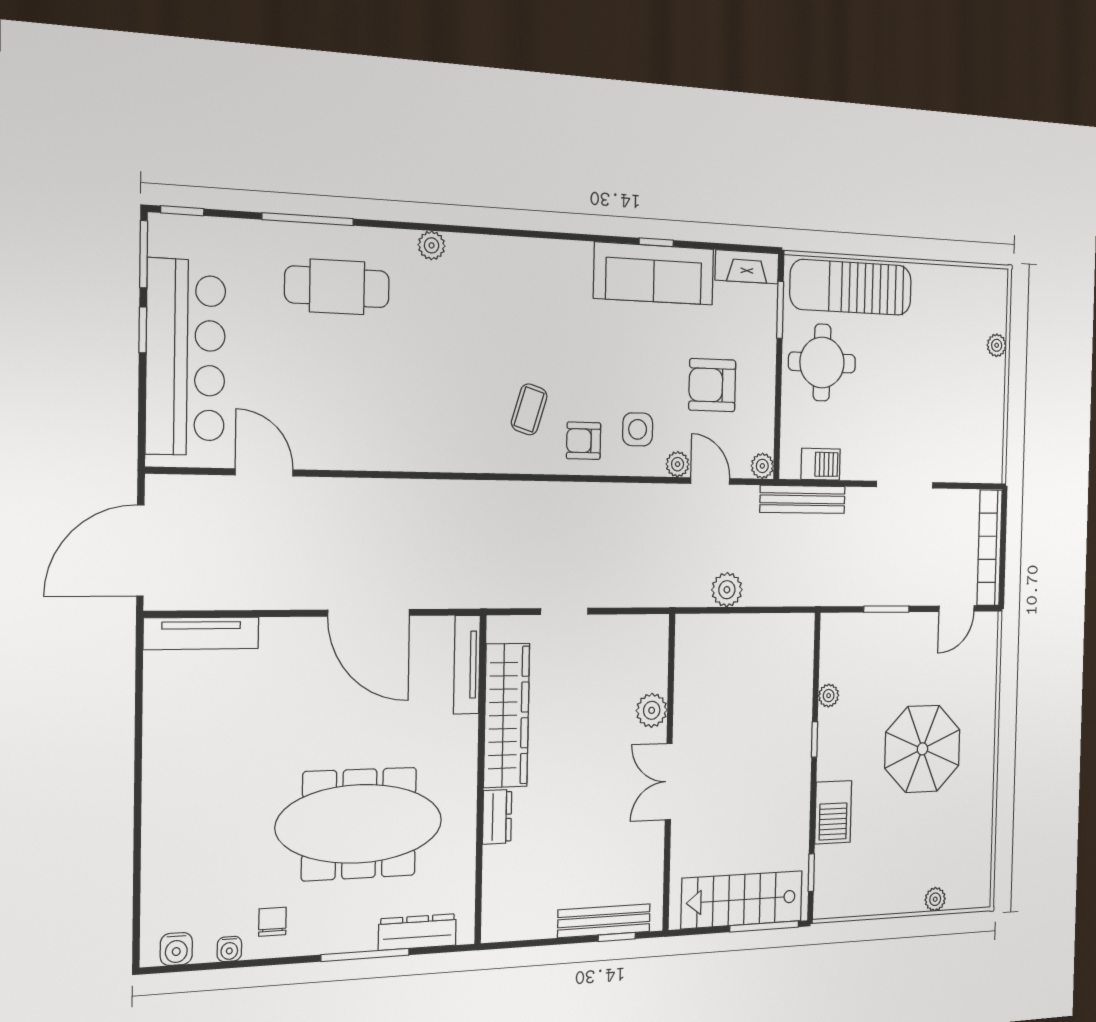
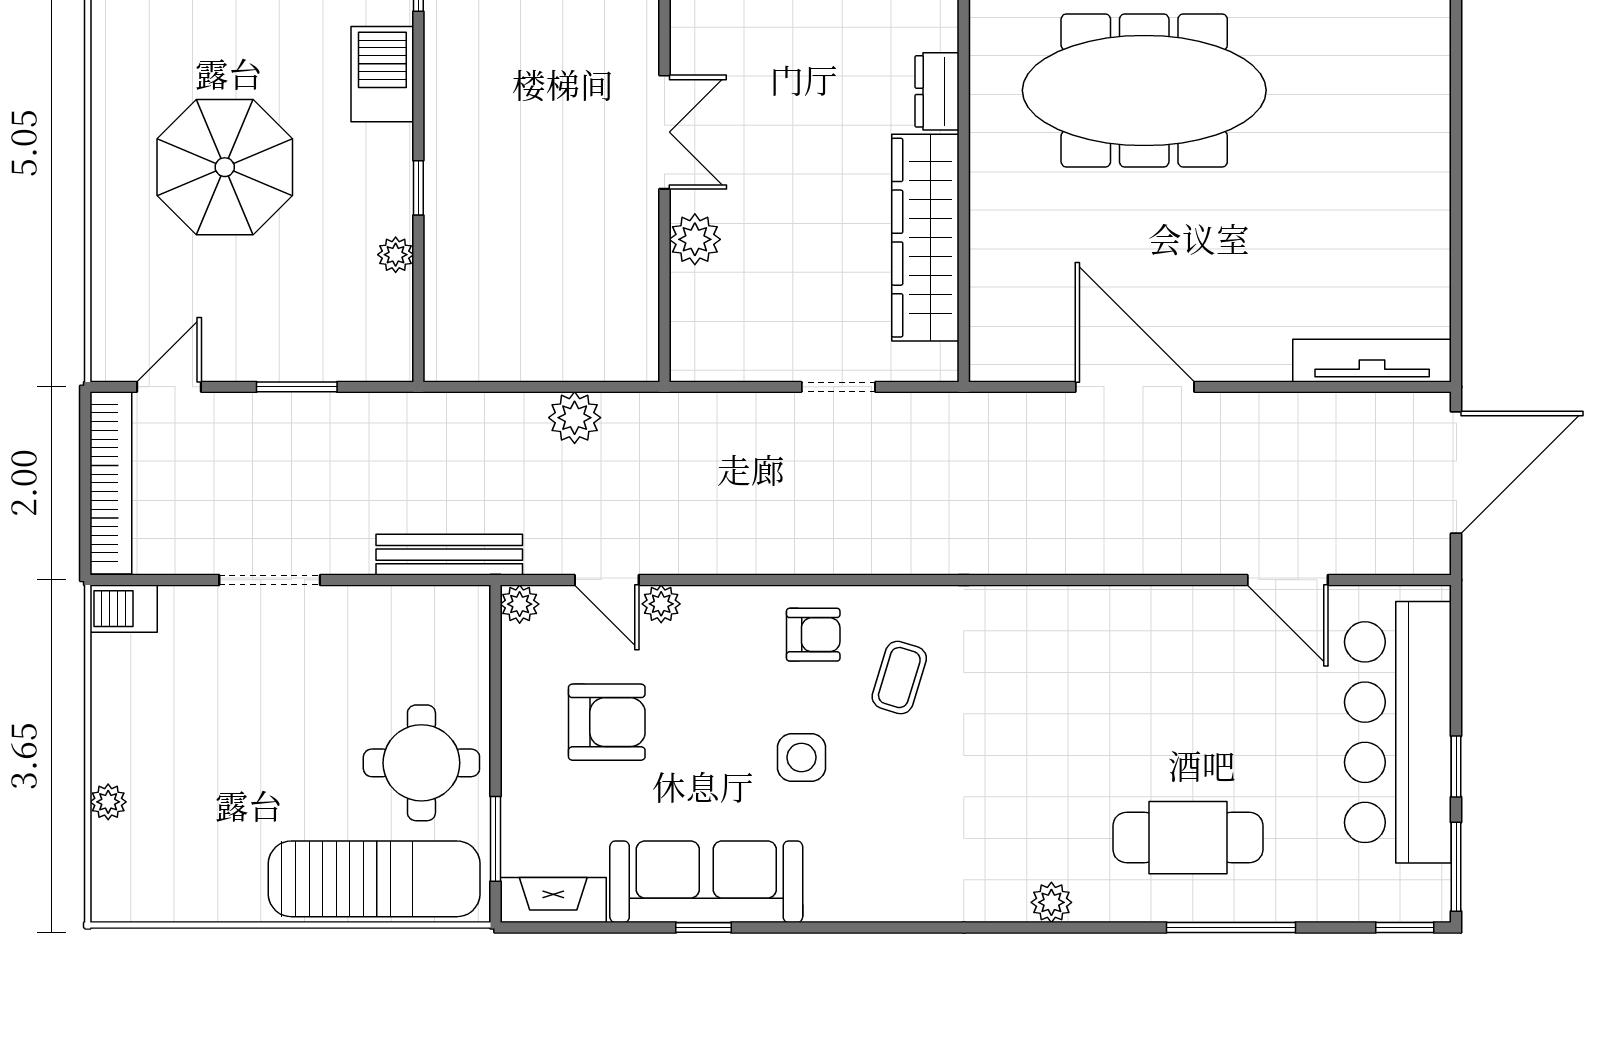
side table: (638, 429) -> (801, 757), moved
barbecue: (821, 464) -> (124, 609), moved
tv unit: (467, 665) -> (988, 312), removed

